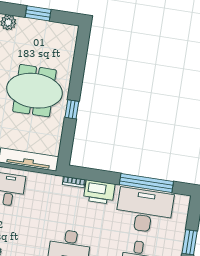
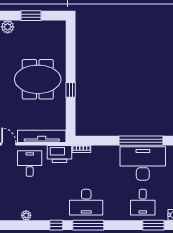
printer: (99, 192) -> (59, 154), moved

